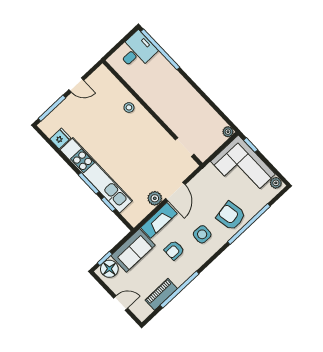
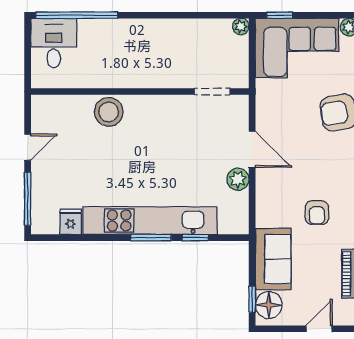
stool: (129, 107) -> (109, 112), width x1.89, depth x1.89
fireplace: (159, 220) -> (267, 198), removed
side table: (202, 234) -> (329, 164), removed

